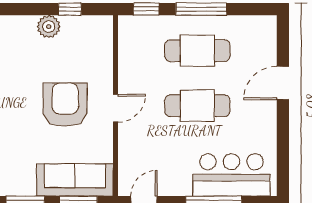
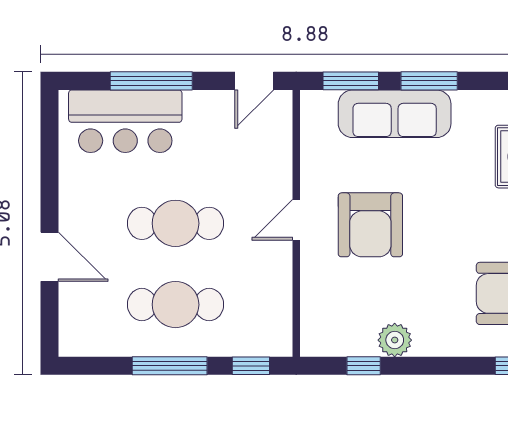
door: (283, 83) -> (49, 257), hinge flipped
sofa: (75, 180) -> (395, 114), moved

